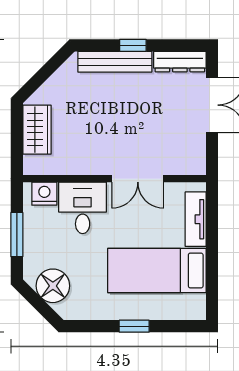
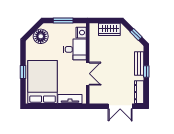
bench: (115, 62) -> (139, 64), width x0.73
window: (49, 69) -> (136, 34), added
double door: (138, 179) -> (88, 74), swing flipped
bed: (157, 270) -> (43, 82), width x1.50

